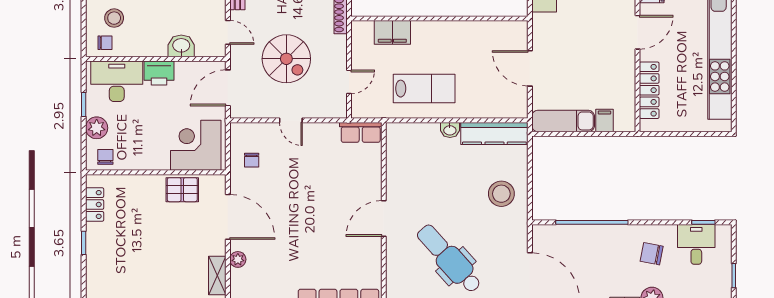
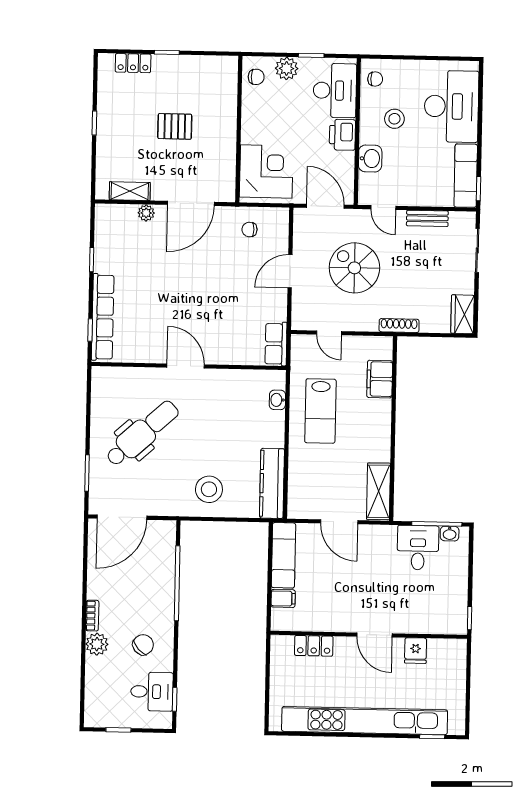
stool: (114, 18) -> (394, 119), moved
shelving: (500, 31) -> (379, 491), added
door: (228, 32) -> (383, 208), hinge flipped
chair: (105, 43) -> (375, 79), turned -90
spiral stairs: (286, 59) -> (354, 268), turned 90
door: (530, 68) -> (339, 522), swing flipped
locker: (649, 90) -> (314, 646), width x0.66
door: (291, 120) -> (290, 271), width x1.38
washbasin: (450, 130) -> (277, 400), moved
pallet: (182, 190) -> (175, 126), moved, turned 90
locker: (95, 204) -> (133, 63), moved
chair: (652, 254) -> (143, 645), turned 37

